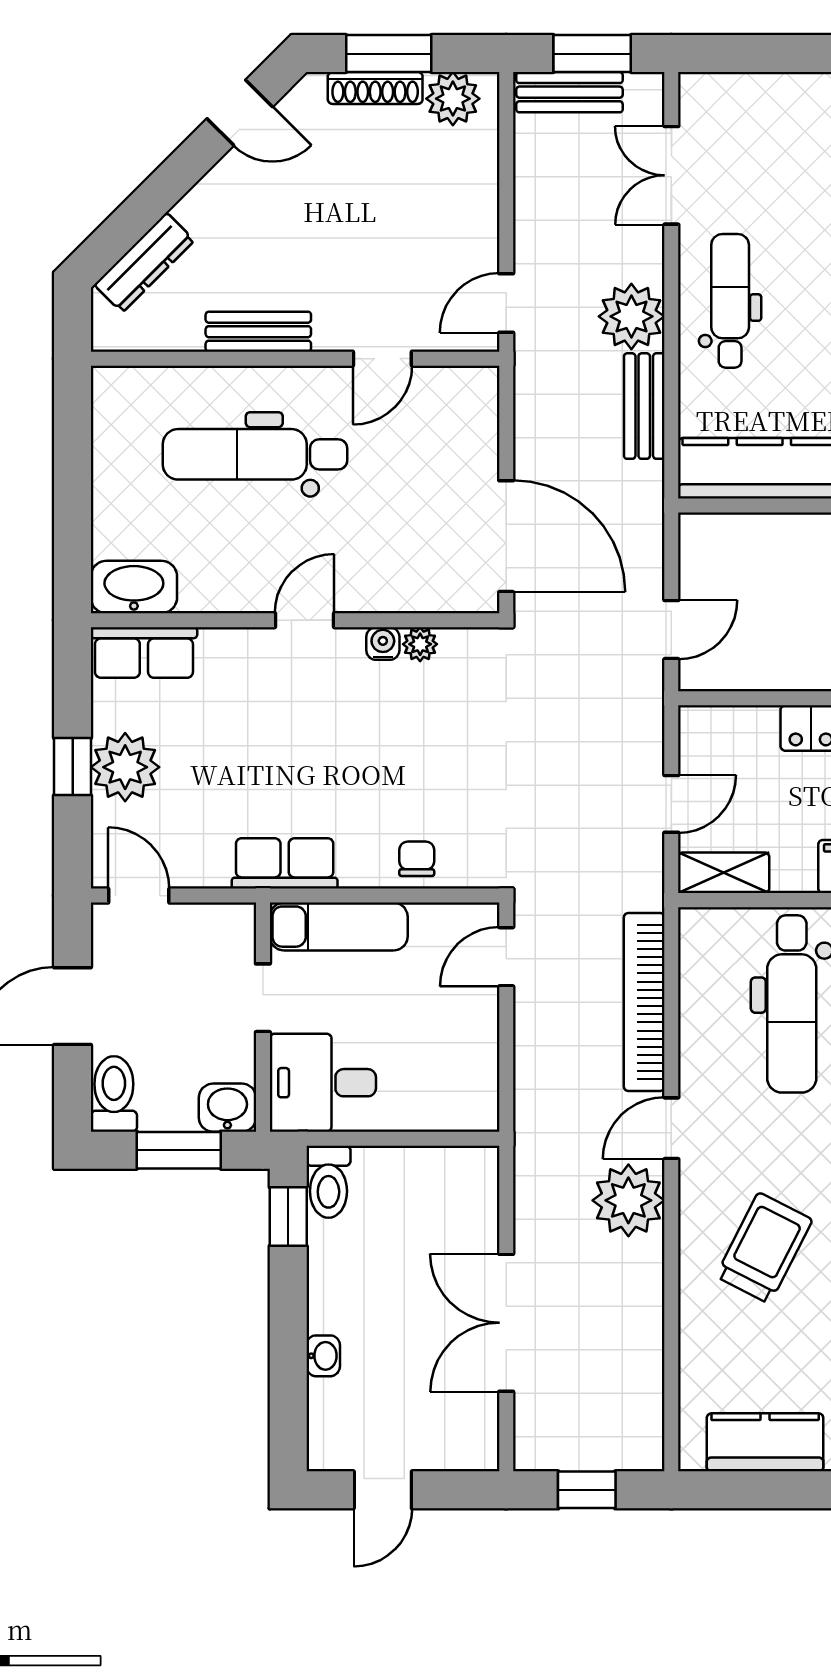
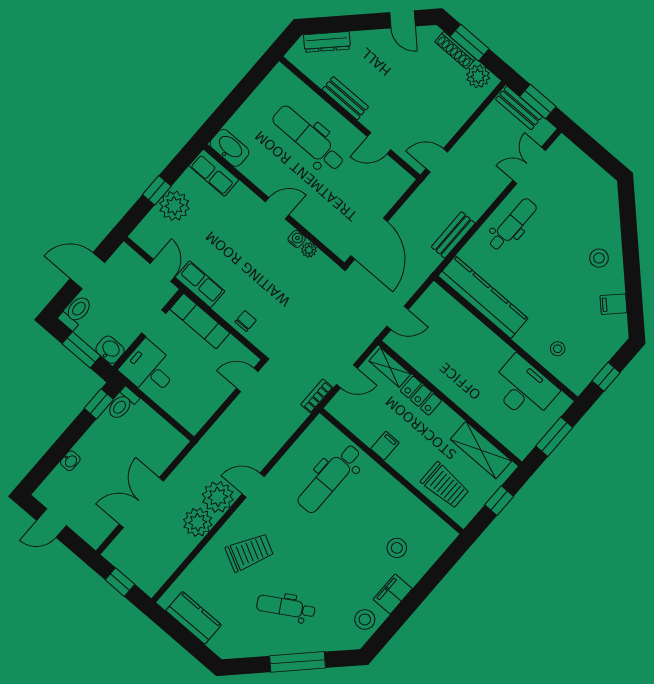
plant: (631, 316) -> (198, 522), moved
shelving: (724, 873) -> (390, 367), moved
door: (139, 896) -> (162, 270), moved
bookcase: (644, 1002) -> (317, 396), moved, width x0.43, depth x0.76

